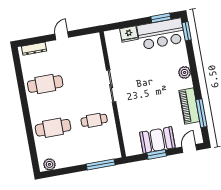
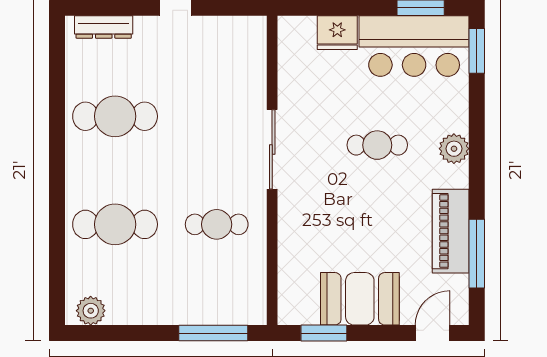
cafe table: (153, 77) -> (377, 145), added
window: (157, 154) -> (324, 333), moved

